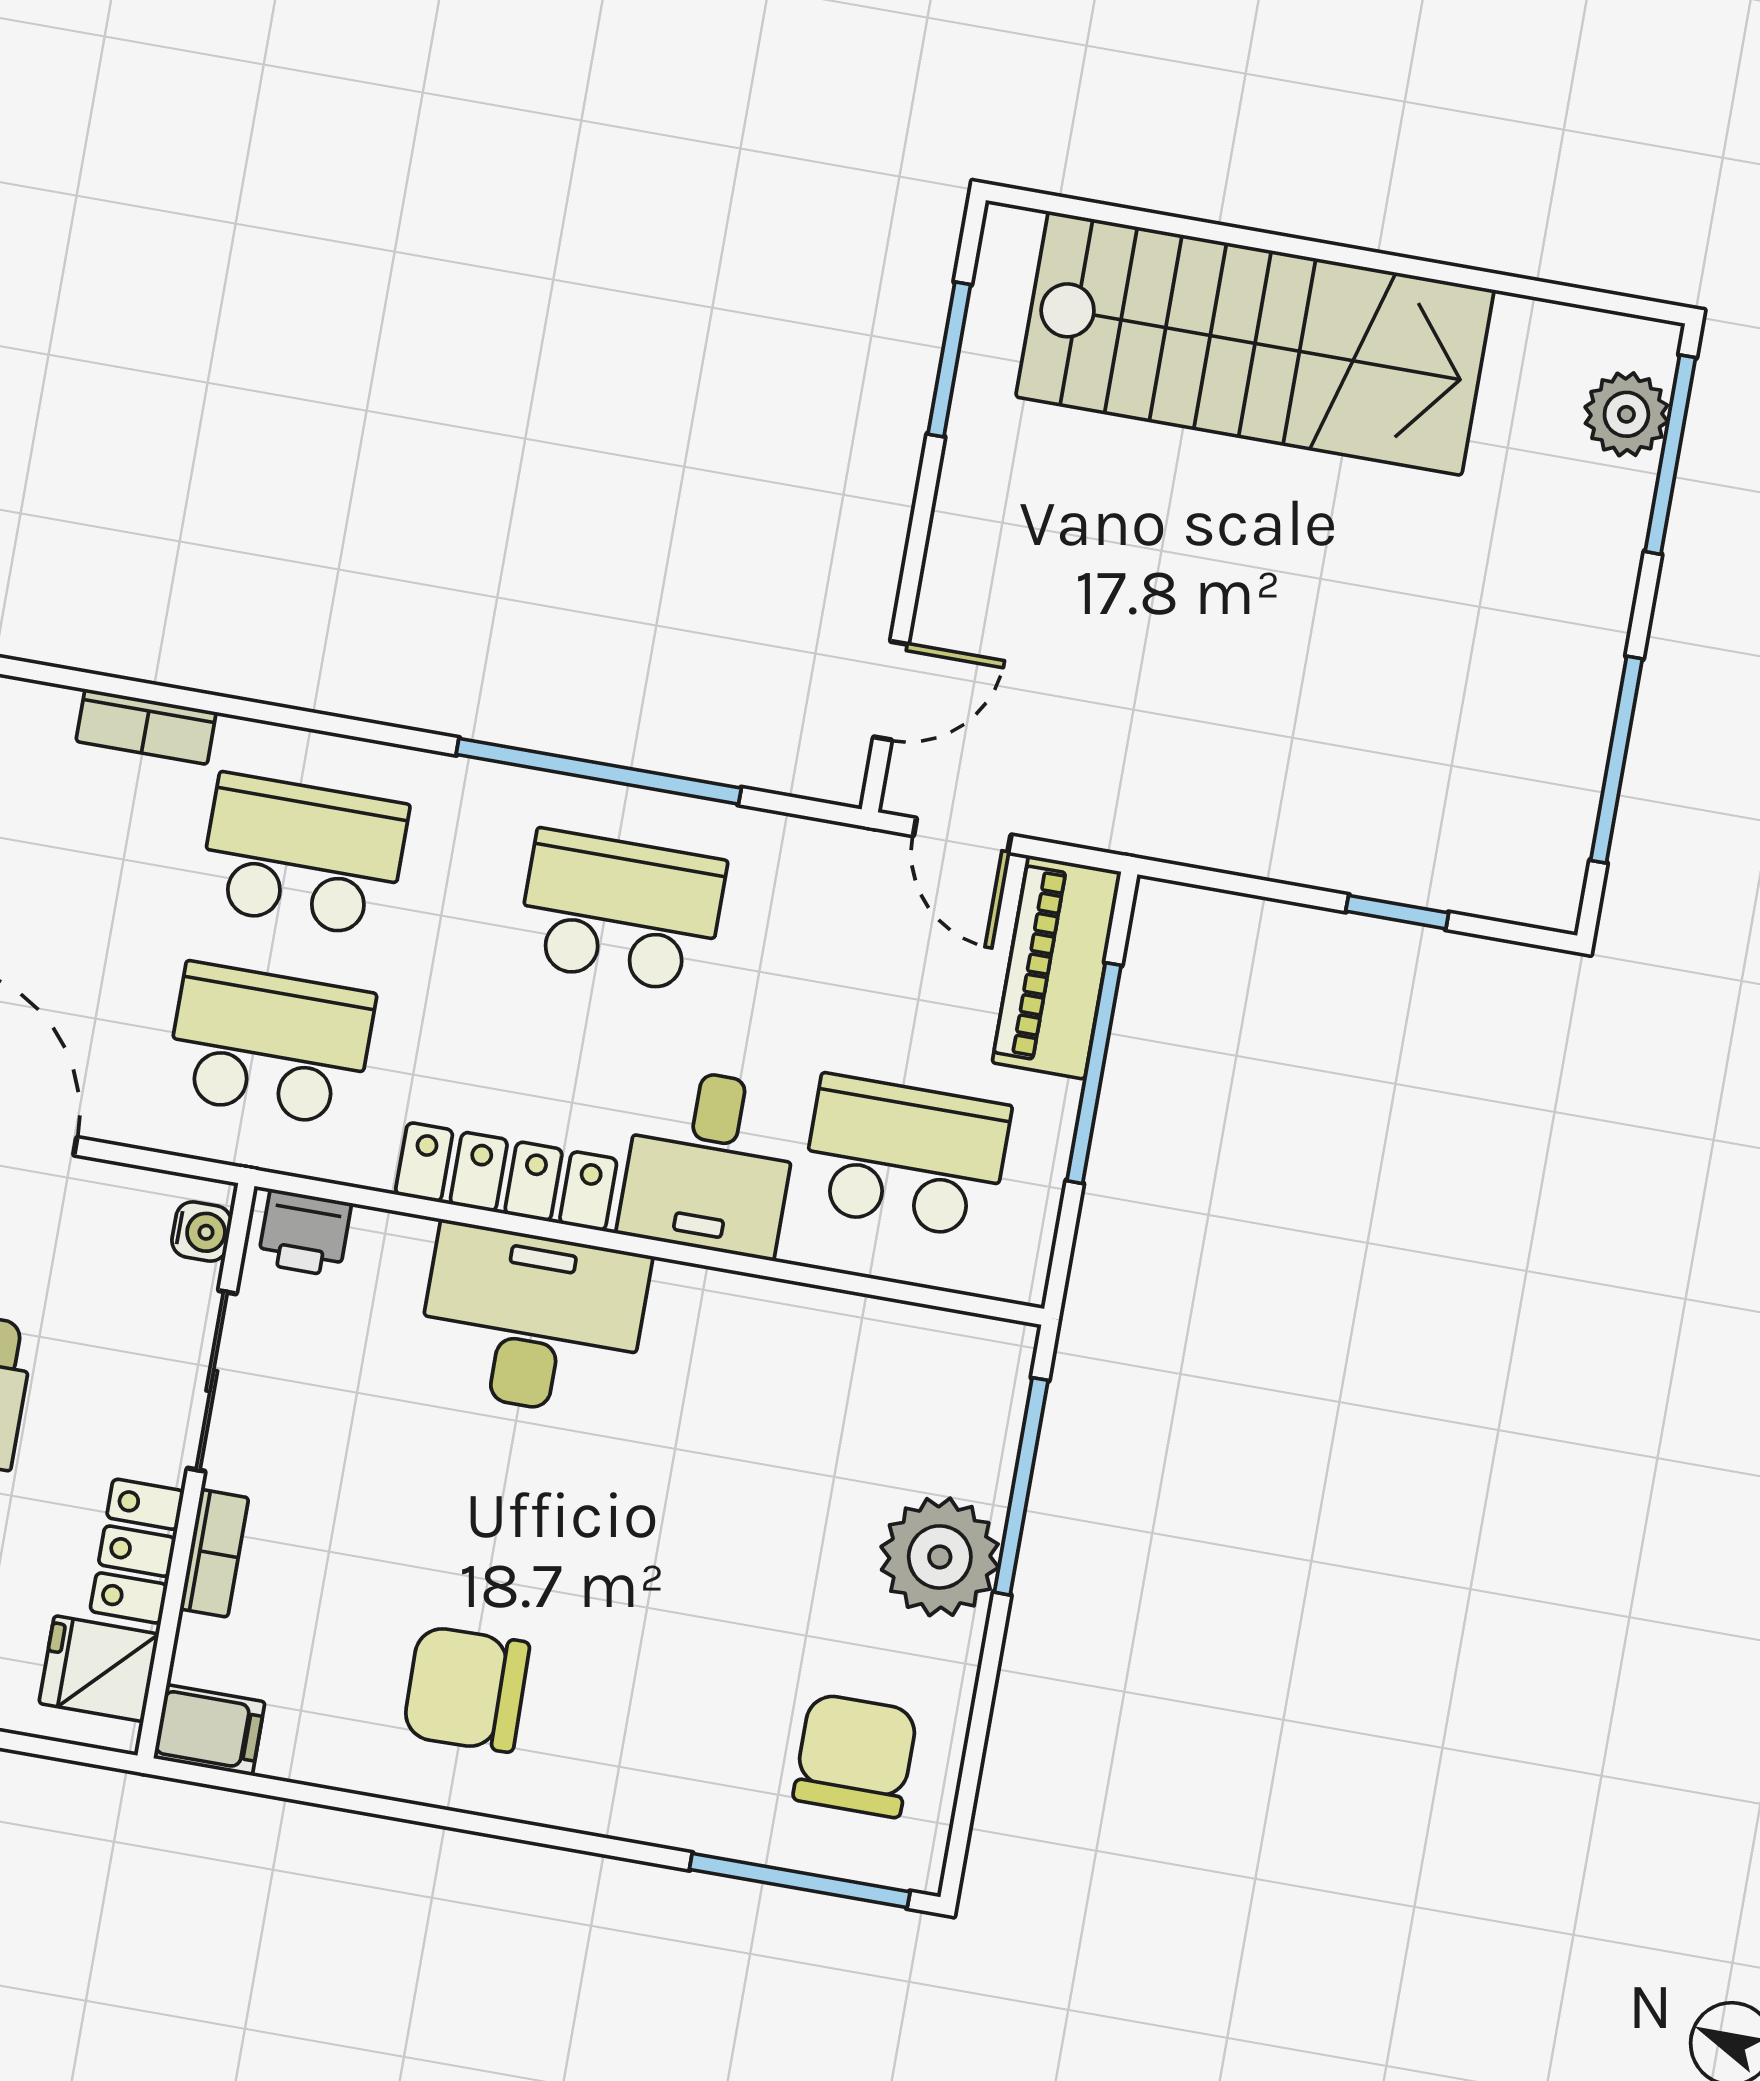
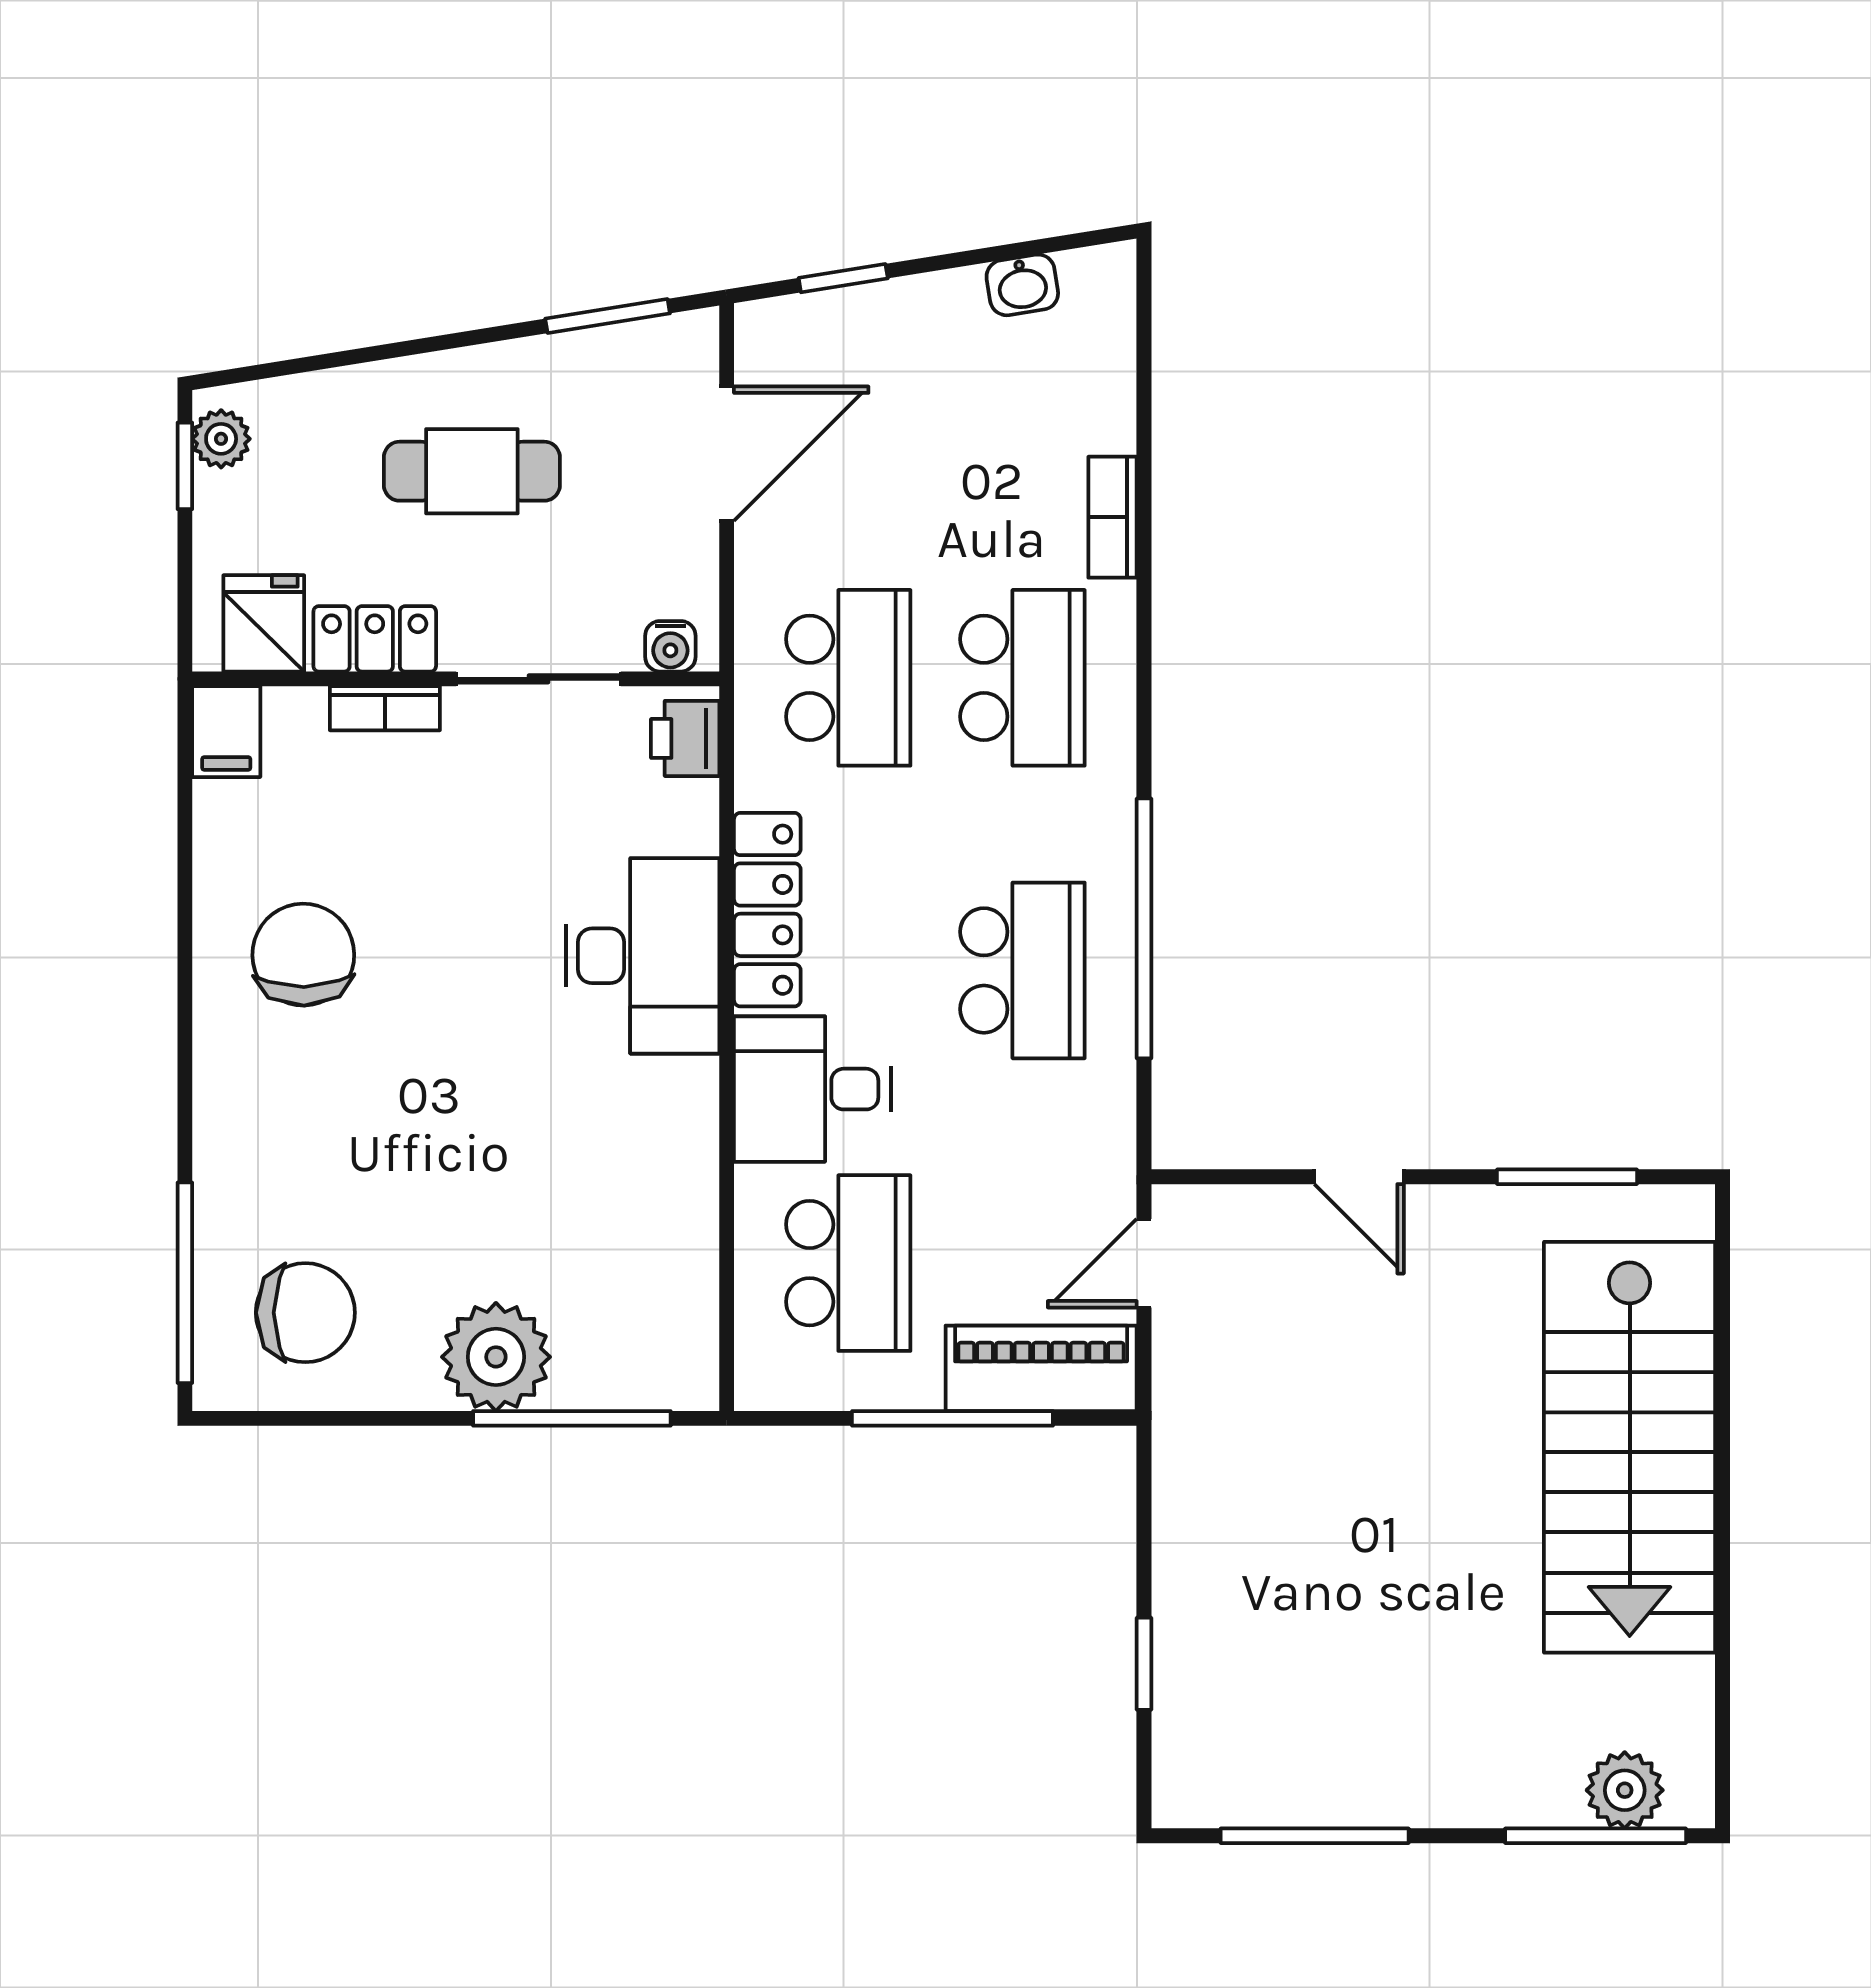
door: (891, 691) -> (1359, 1177), moved

